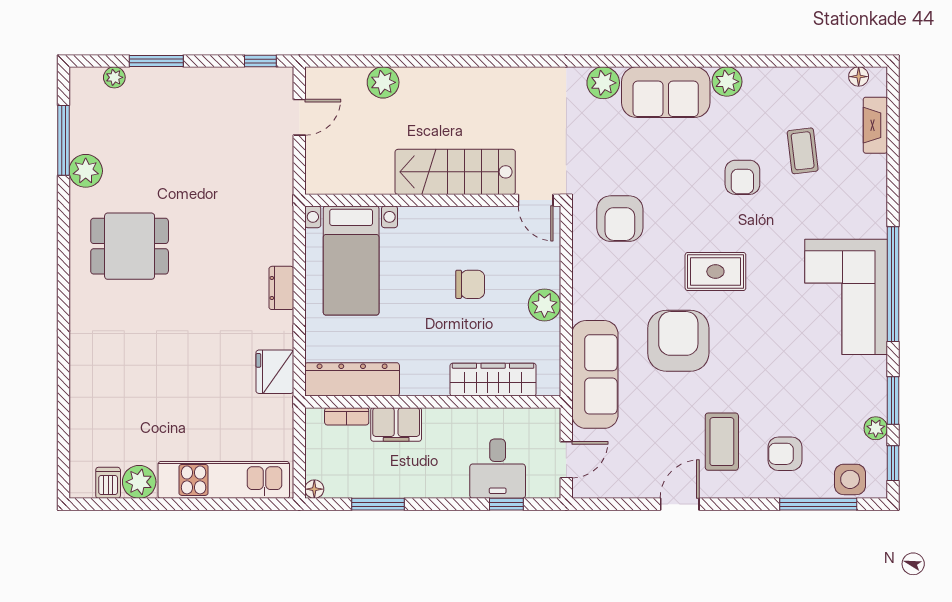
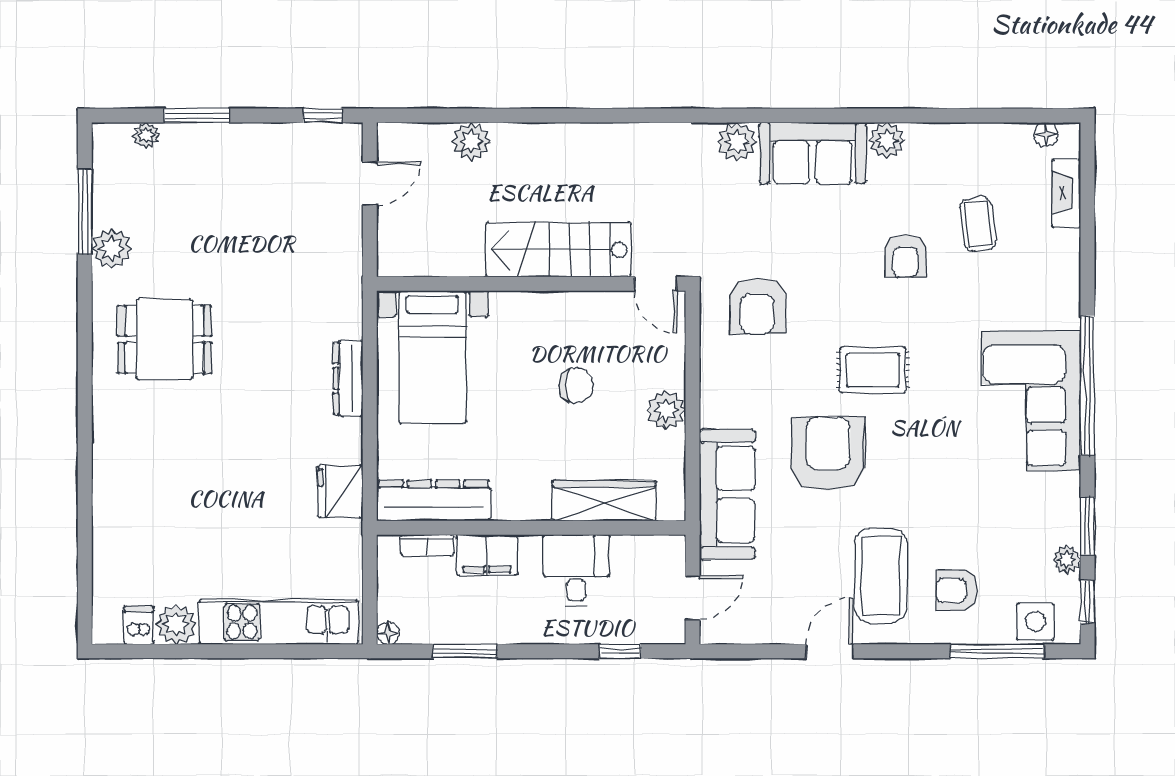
dresser: (281, 288) -> (348, 378), width x1.44
coffee table: (722, 442) -> (881, 576), width x1.36, depth x1.32
desk: (498, 469) -> (576, 571), moved, turned 180

